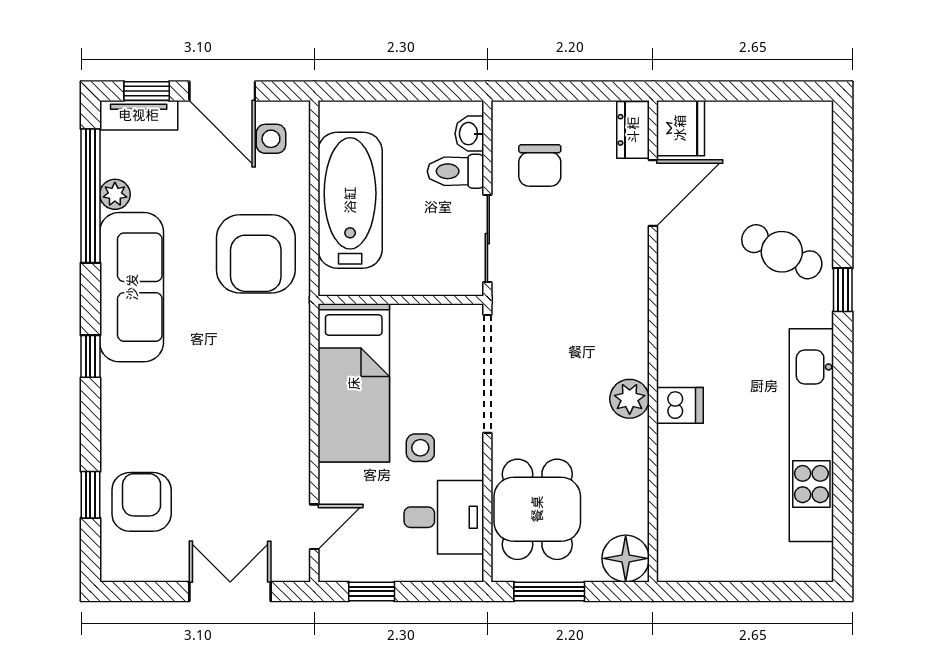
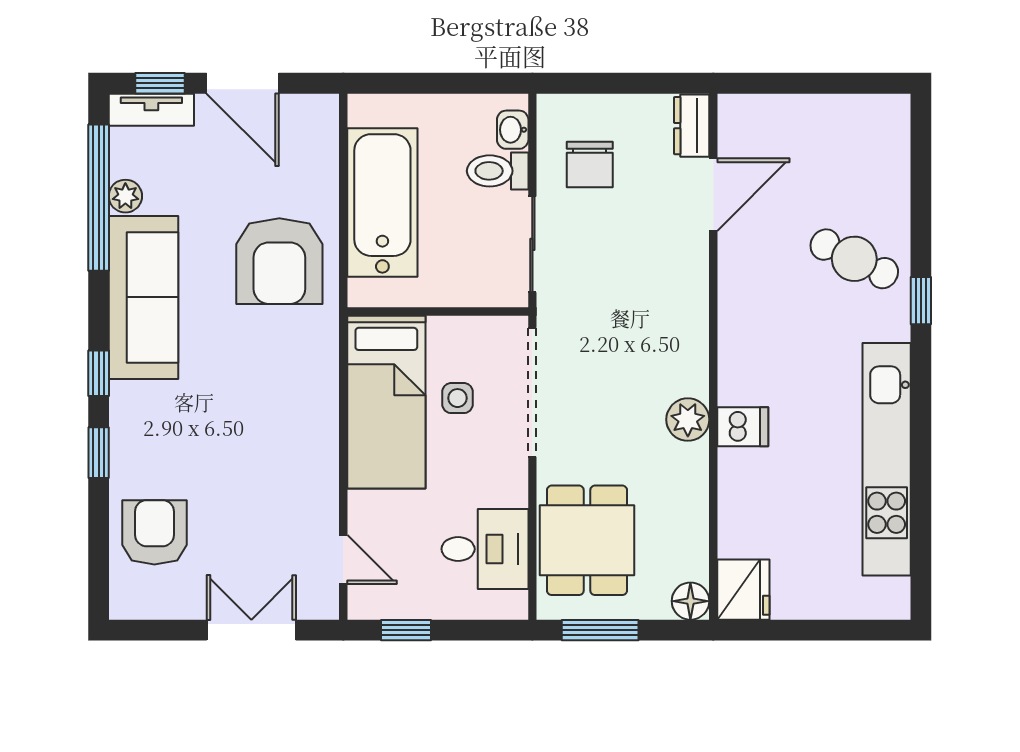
fridge: (680, 128) -> (743, 590), moved
side table: (271, 139) -> (296, 135), removed
side table: (420, 448) -> (458, 398), moved
window: (90, 495) -> (99, 453), moved
door: (314, 527) -> (343, 559), hinge flipped
floor lamp: (626, 558) -> (690, 601), width x0.73, depth x0.73

